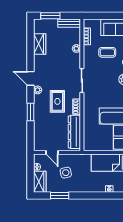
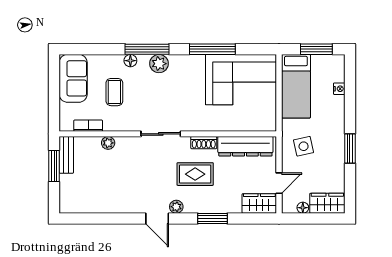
window: (50, 16) -> (54, 166), moved
wardrobe: (40, 44) -> (259, 203), moved
door: (30, 78) -> (157, 218), hinge flipped
side table: (66, 173) -> (304, 146), moved
window: (60, 195) -> (350, 149), moved

